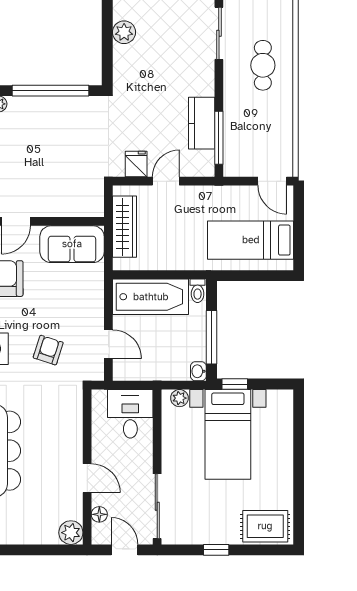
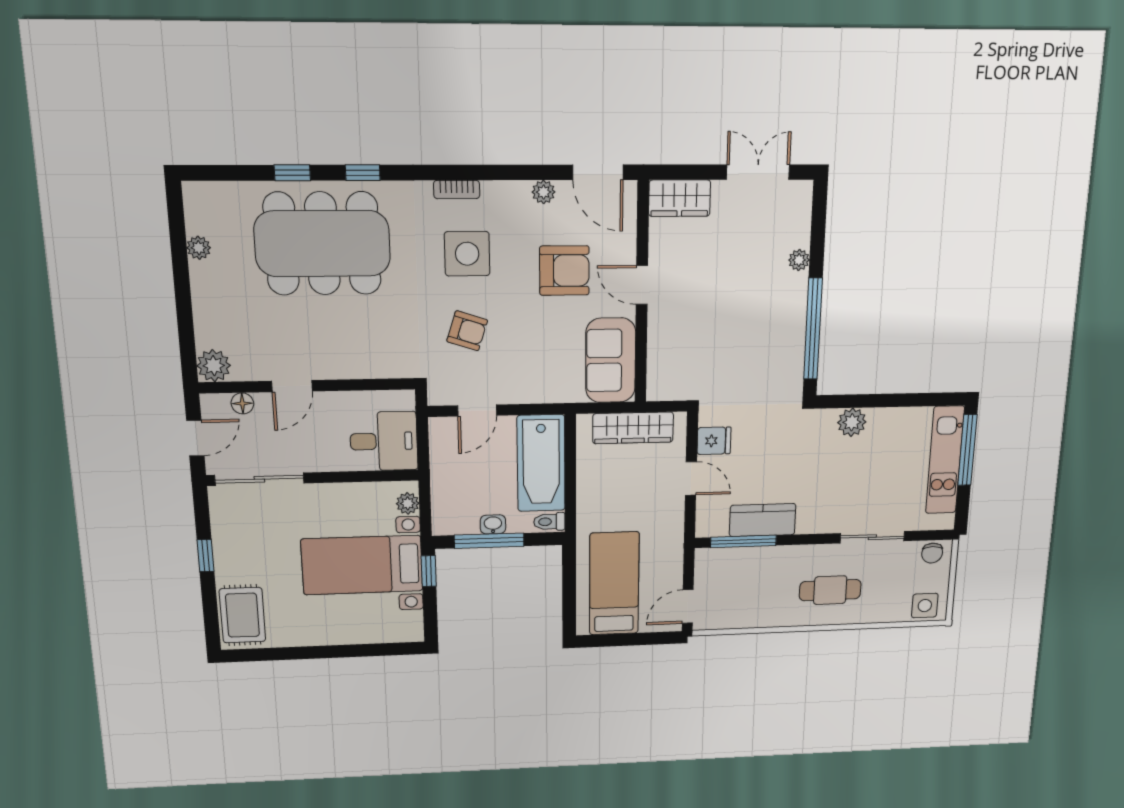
plant: (124, 32) -> (852, 422), moved
washbasin: (198, 371) -> (493, 524), moved

